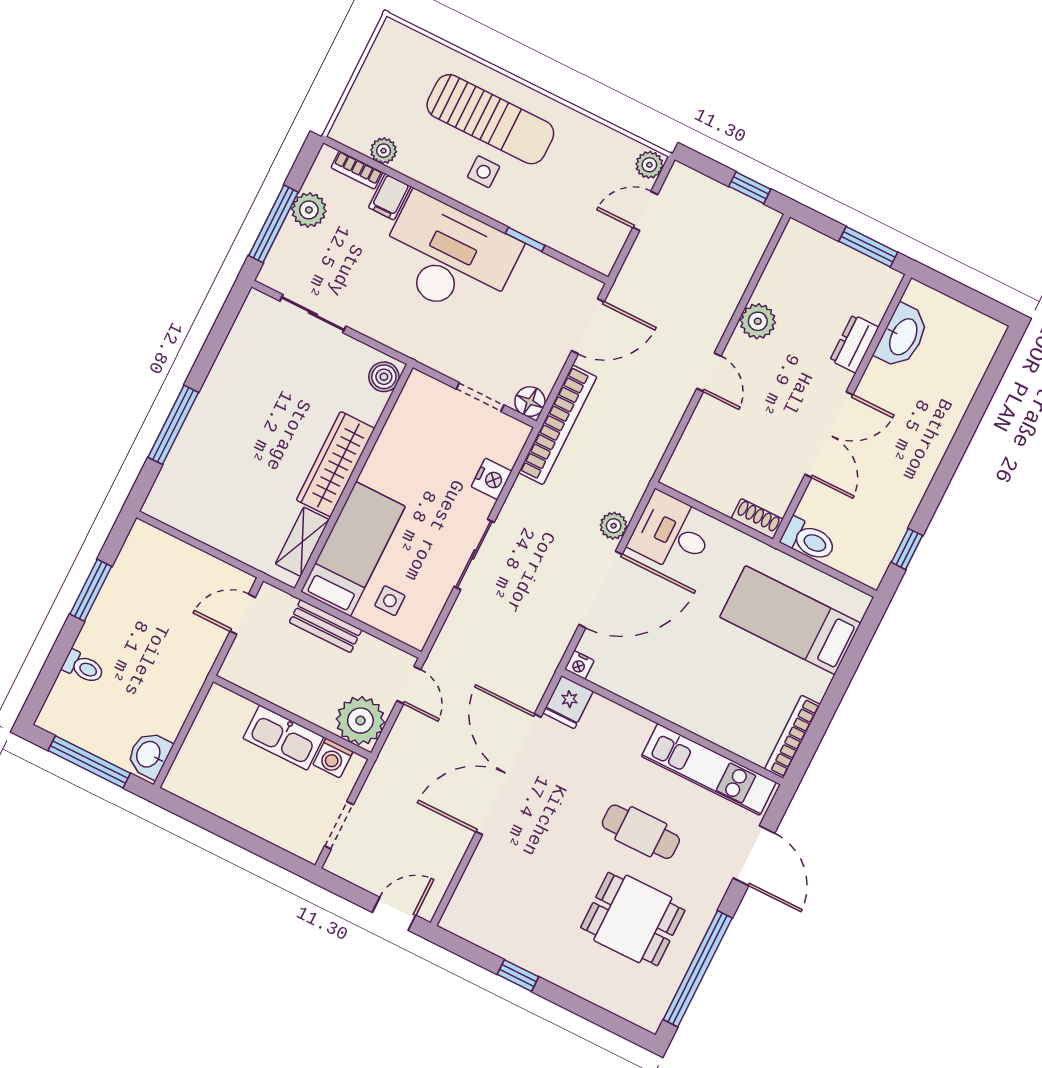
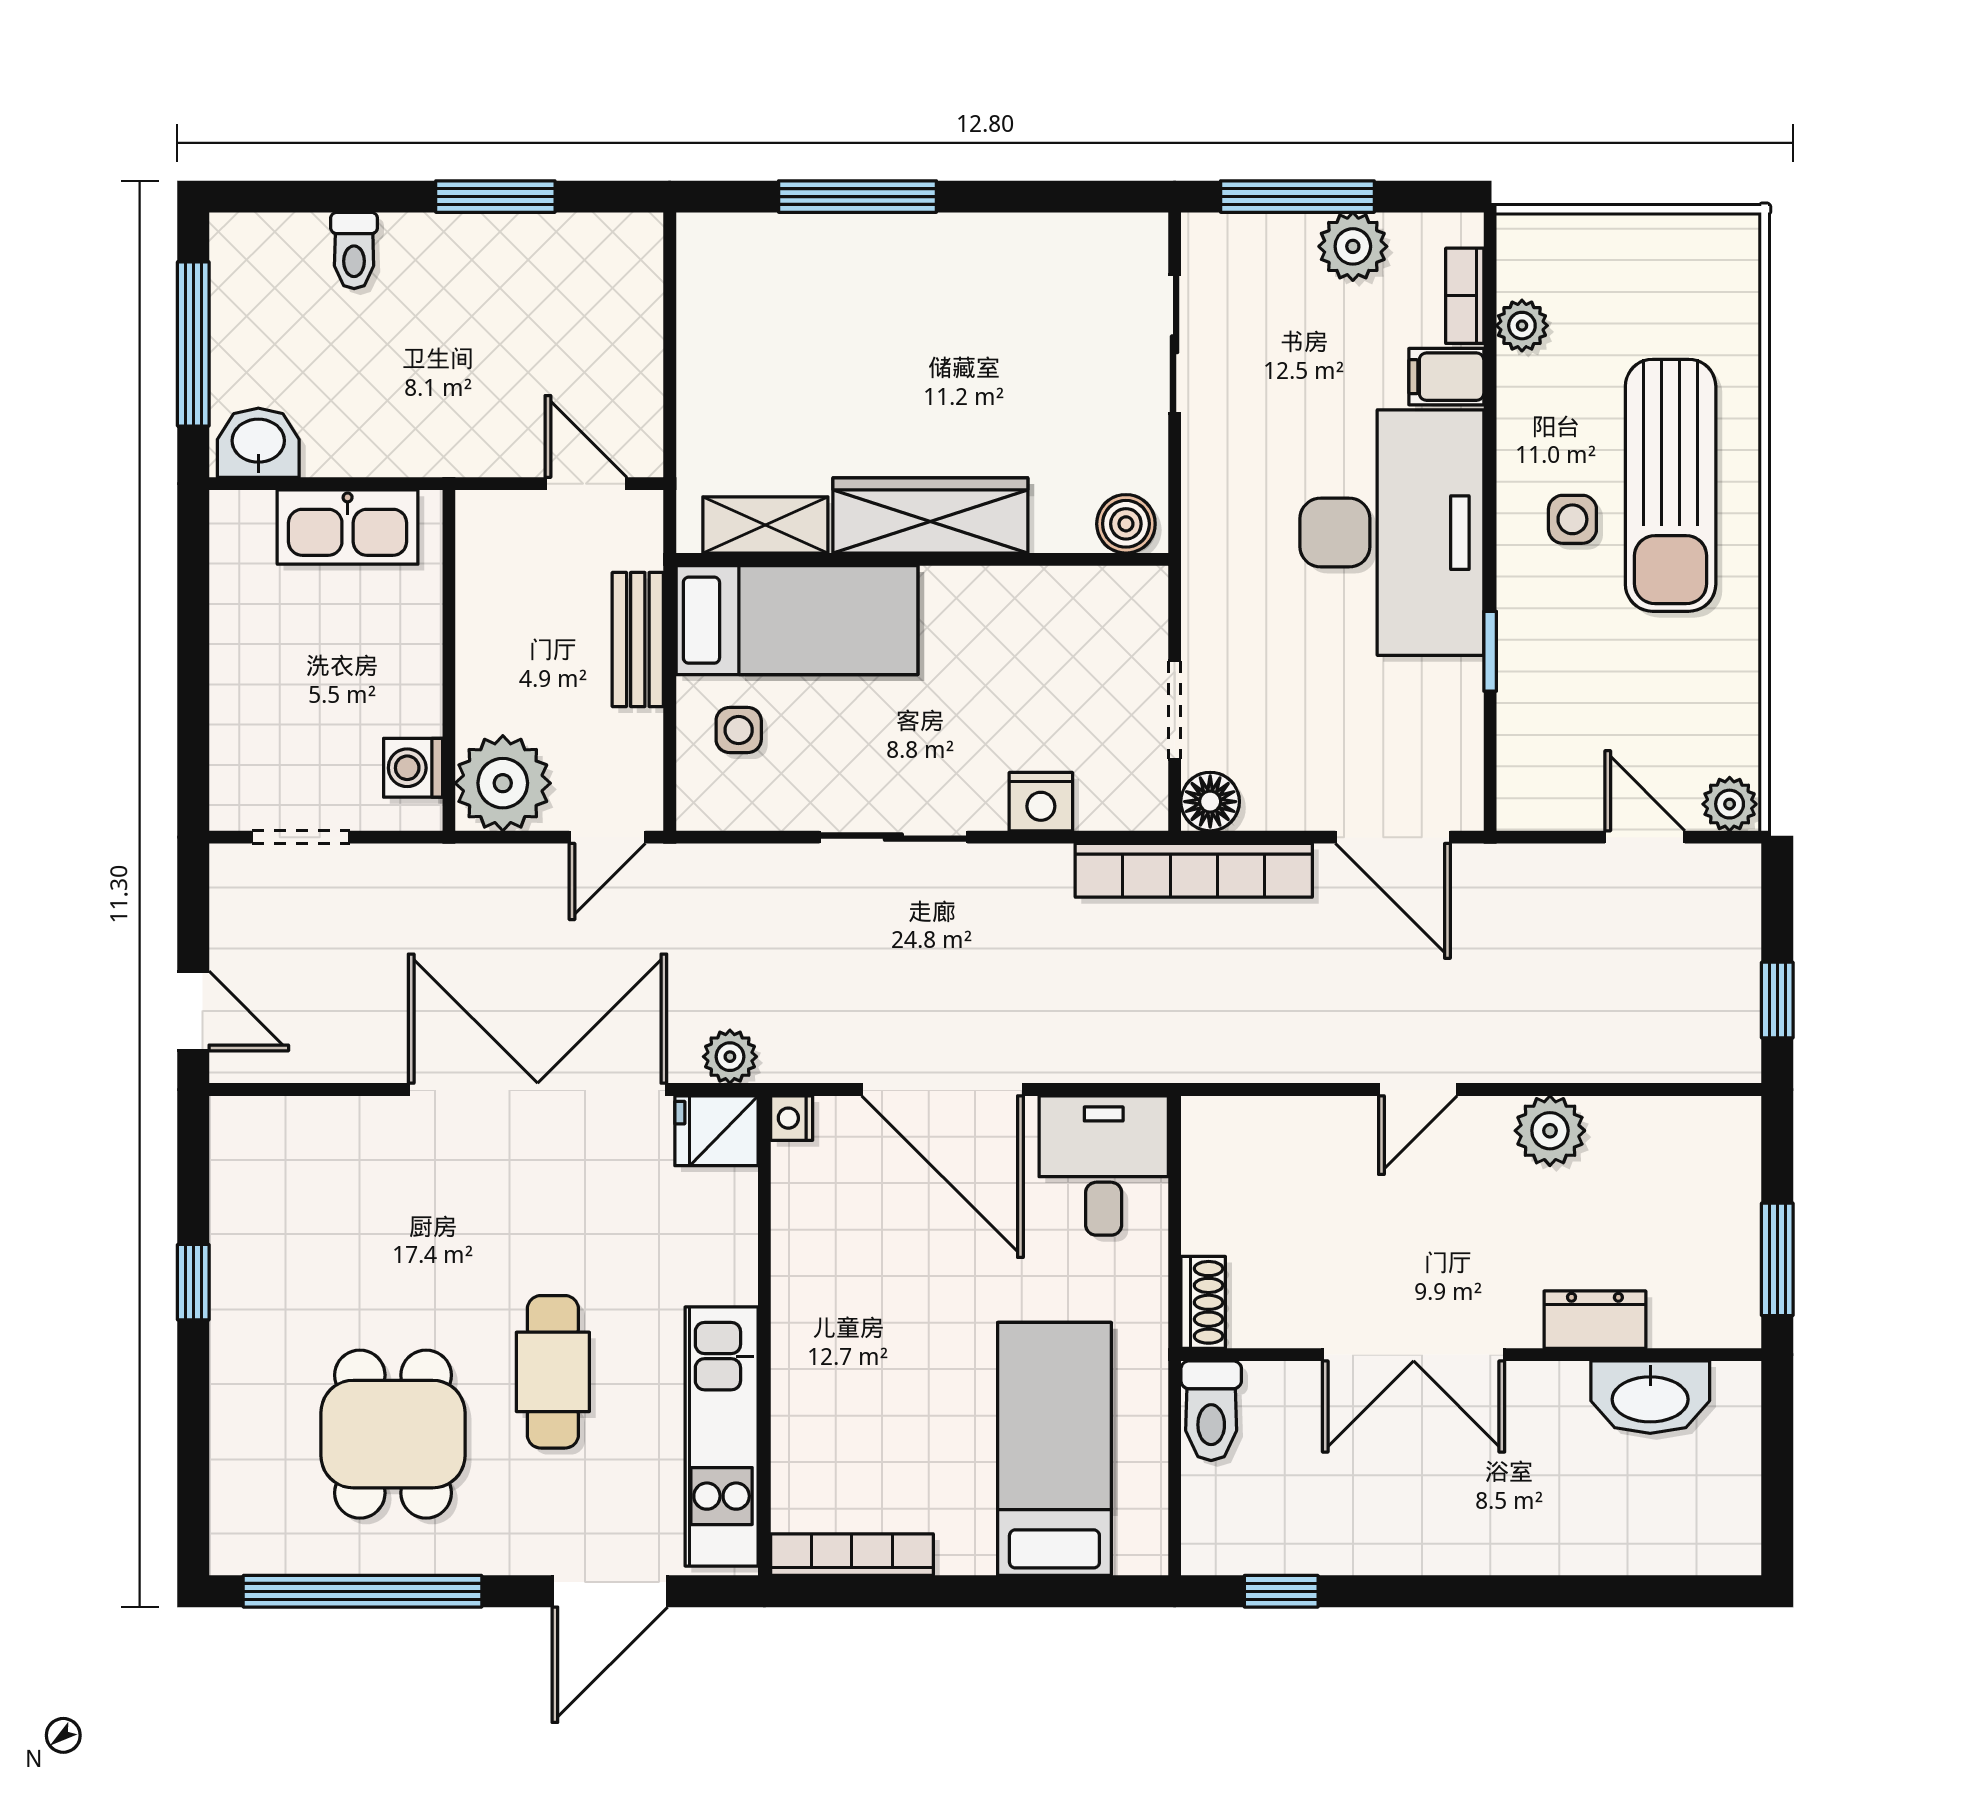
plant: (614, 526) -> (730, 1057), moved
kitchen sink: (283, 738) -> (348, 527), moved, turned -90

